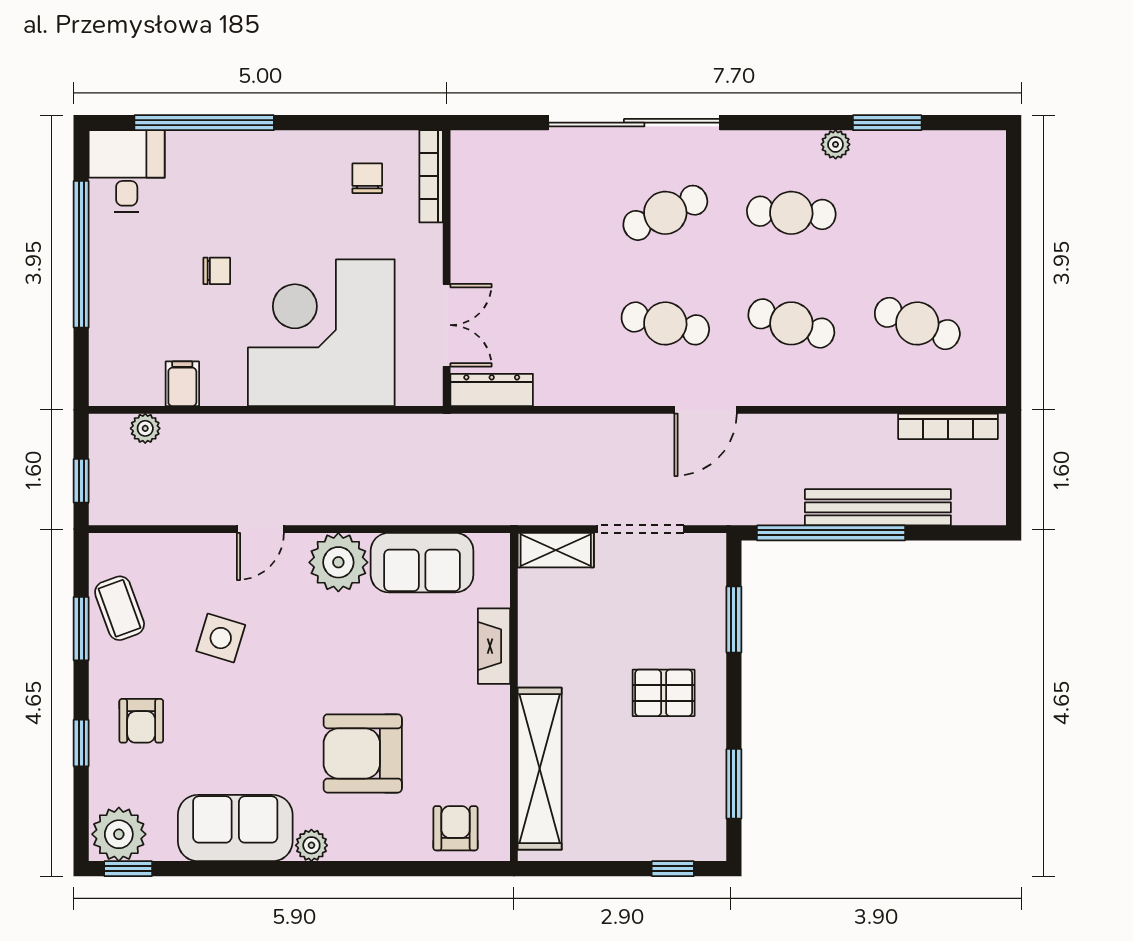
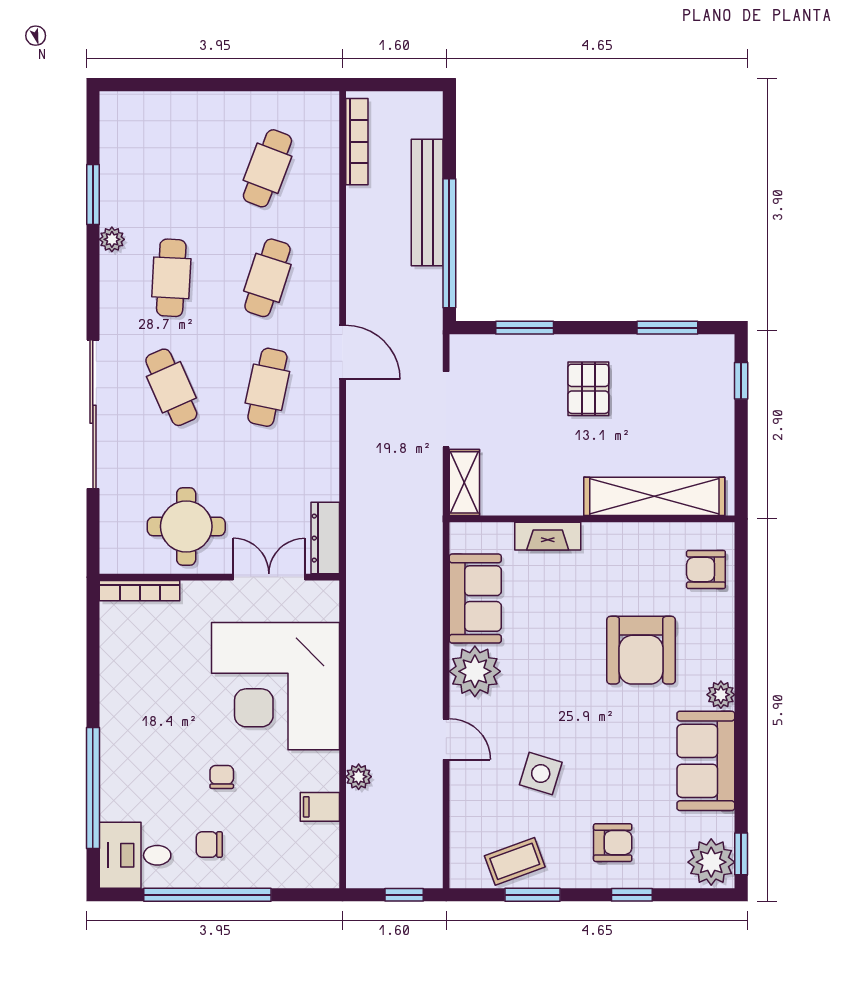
chair: (367, 178) -> (209, 844), moved
round table: (505, 230) -> (186, 526), added
plant: (145, 428) -> (359, 777), moved

